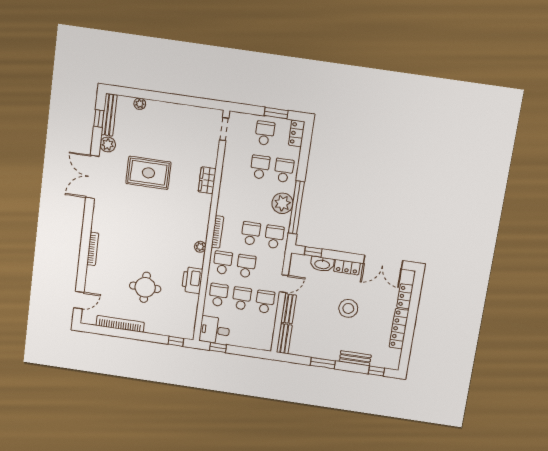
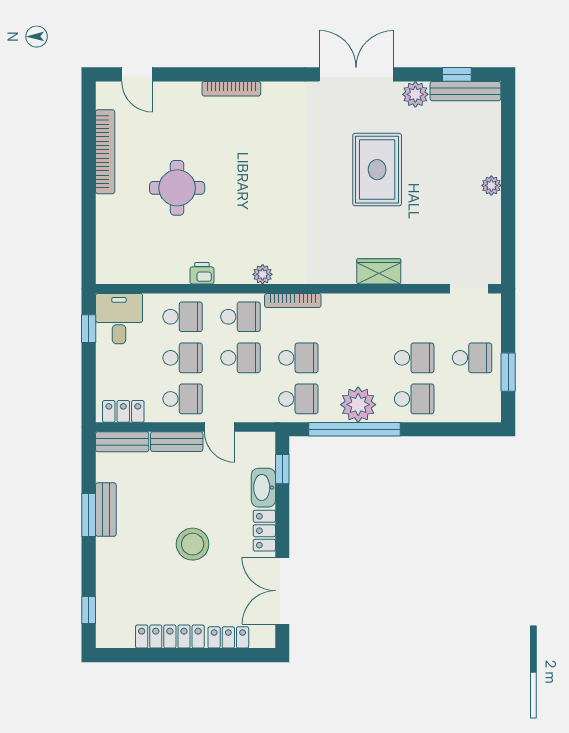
plant: (140, 104) -> (491, 185), moved
locker: (297, 133) -> (123, 411), moved
printer: (192, 280) -> (202, 273), width x0.53, depth x0.68
window: (176, 341) -> (89, 253), removed
bench: (355, 358) -> (106, 510), moved

